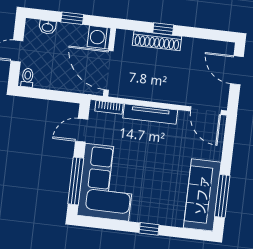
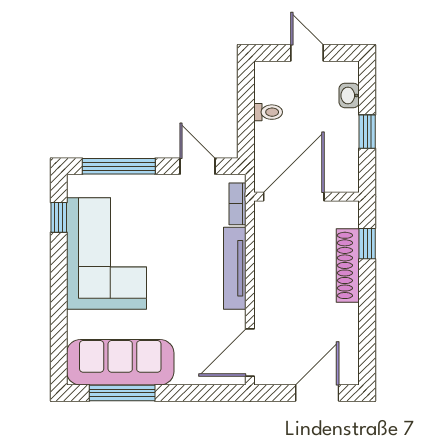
window: (163, 29) -> (367, 244), moved
washing machine: (99, 37) -> (343, 176), removed
toilet: (27, 78) -> (268, 112), moved
corner sofa: (107, 182) -> (106, 254), moved, turned -90
window: (149, 229) -> (59, 217), moved

